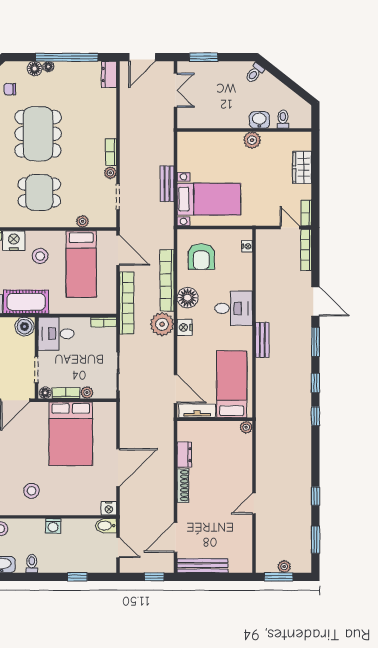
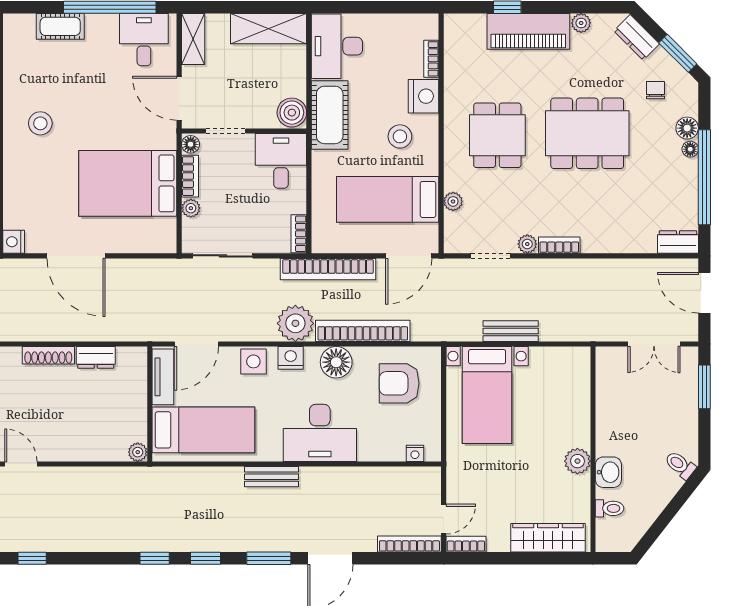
wardrobe: (302, 167) -> (548, 538), width x1.50
desk: (234, 308) -> (320, 433), width x1.37
side table: (187, 352) -> (253, 361), added

